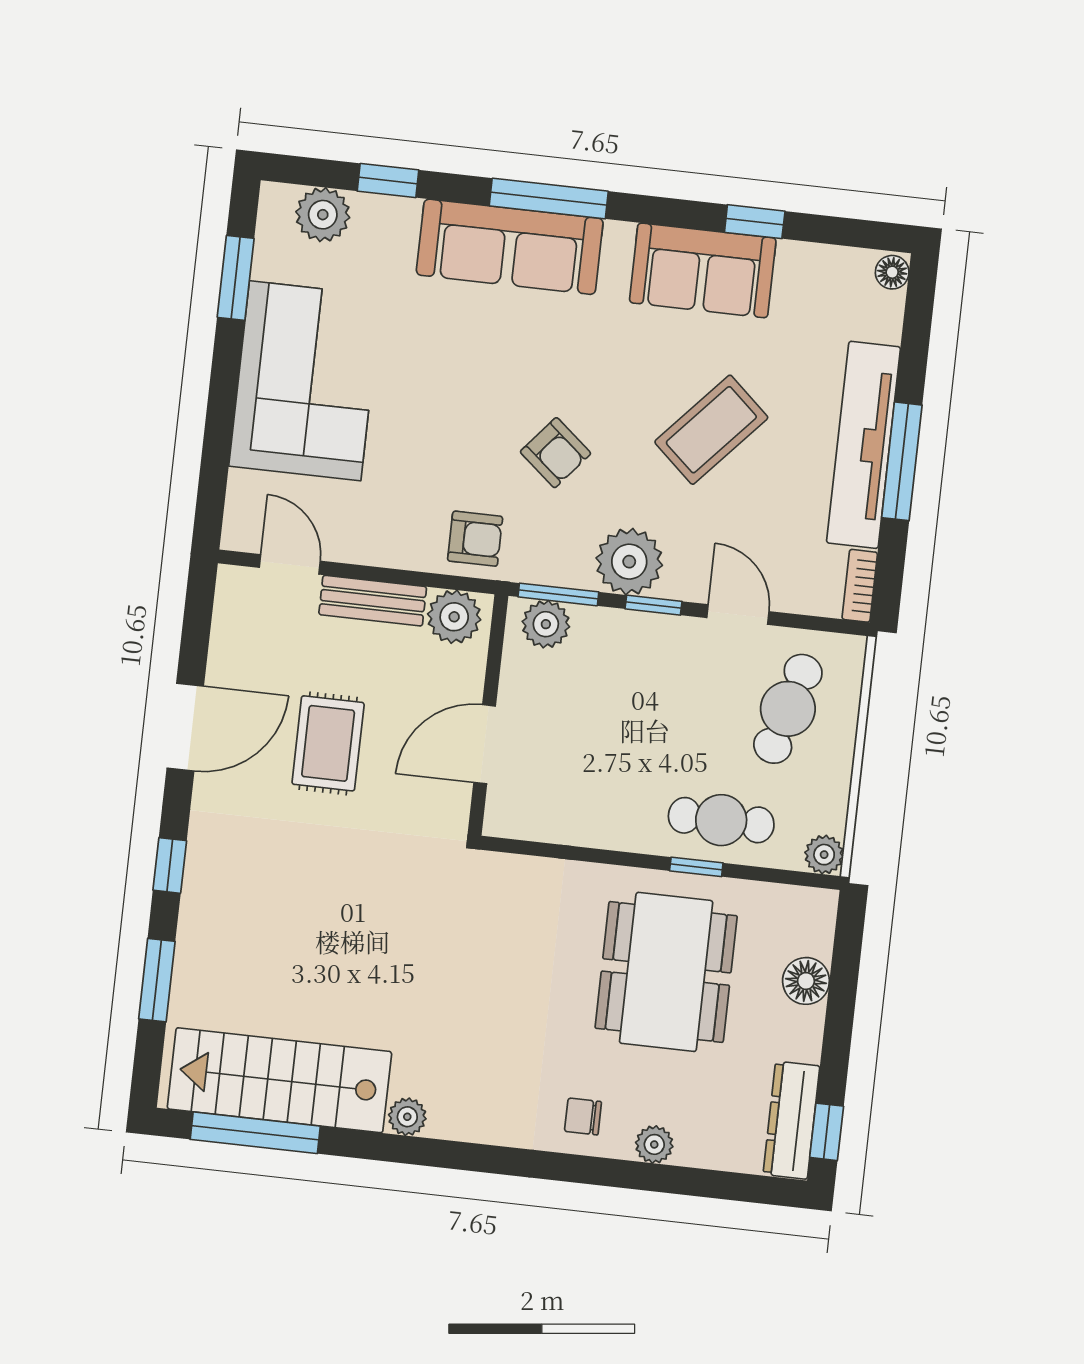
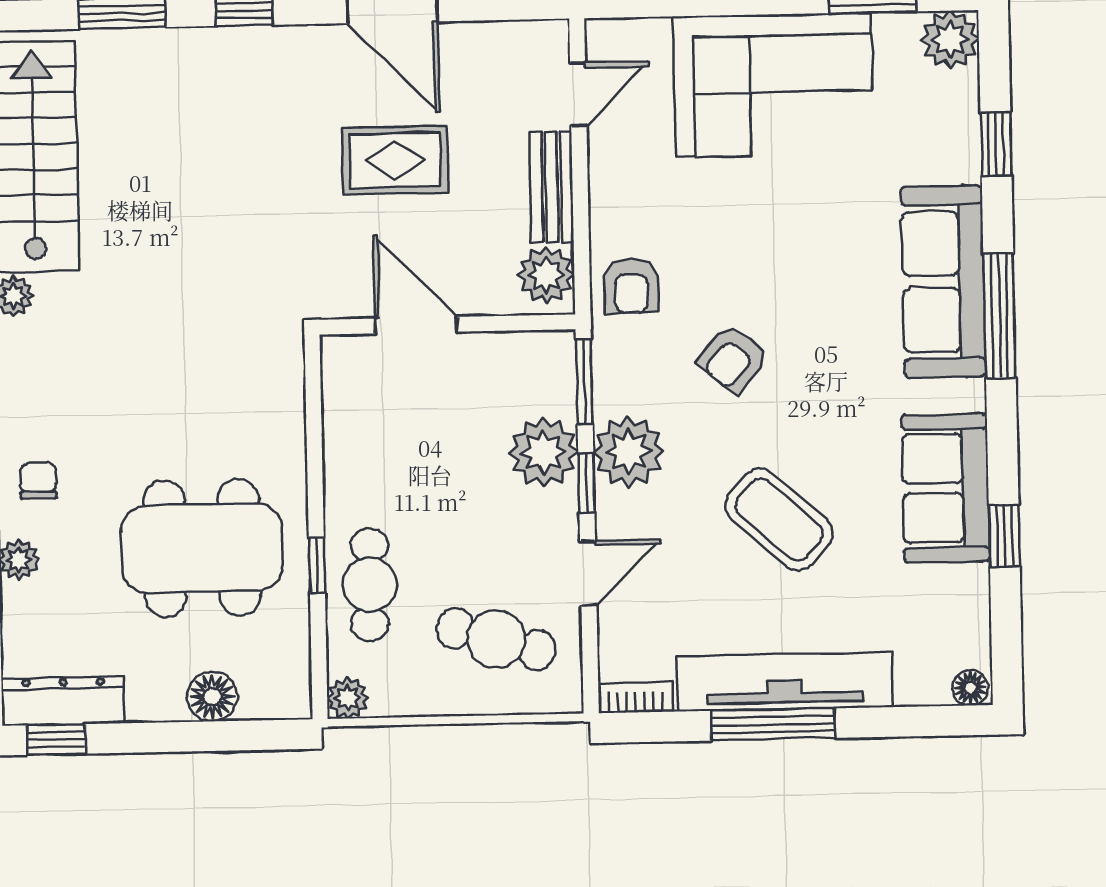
plant: (323, 215) -> (950, 40), moved
plant: (546, 624) -> (544, 452), moved, width x1.36, depth x1.36

